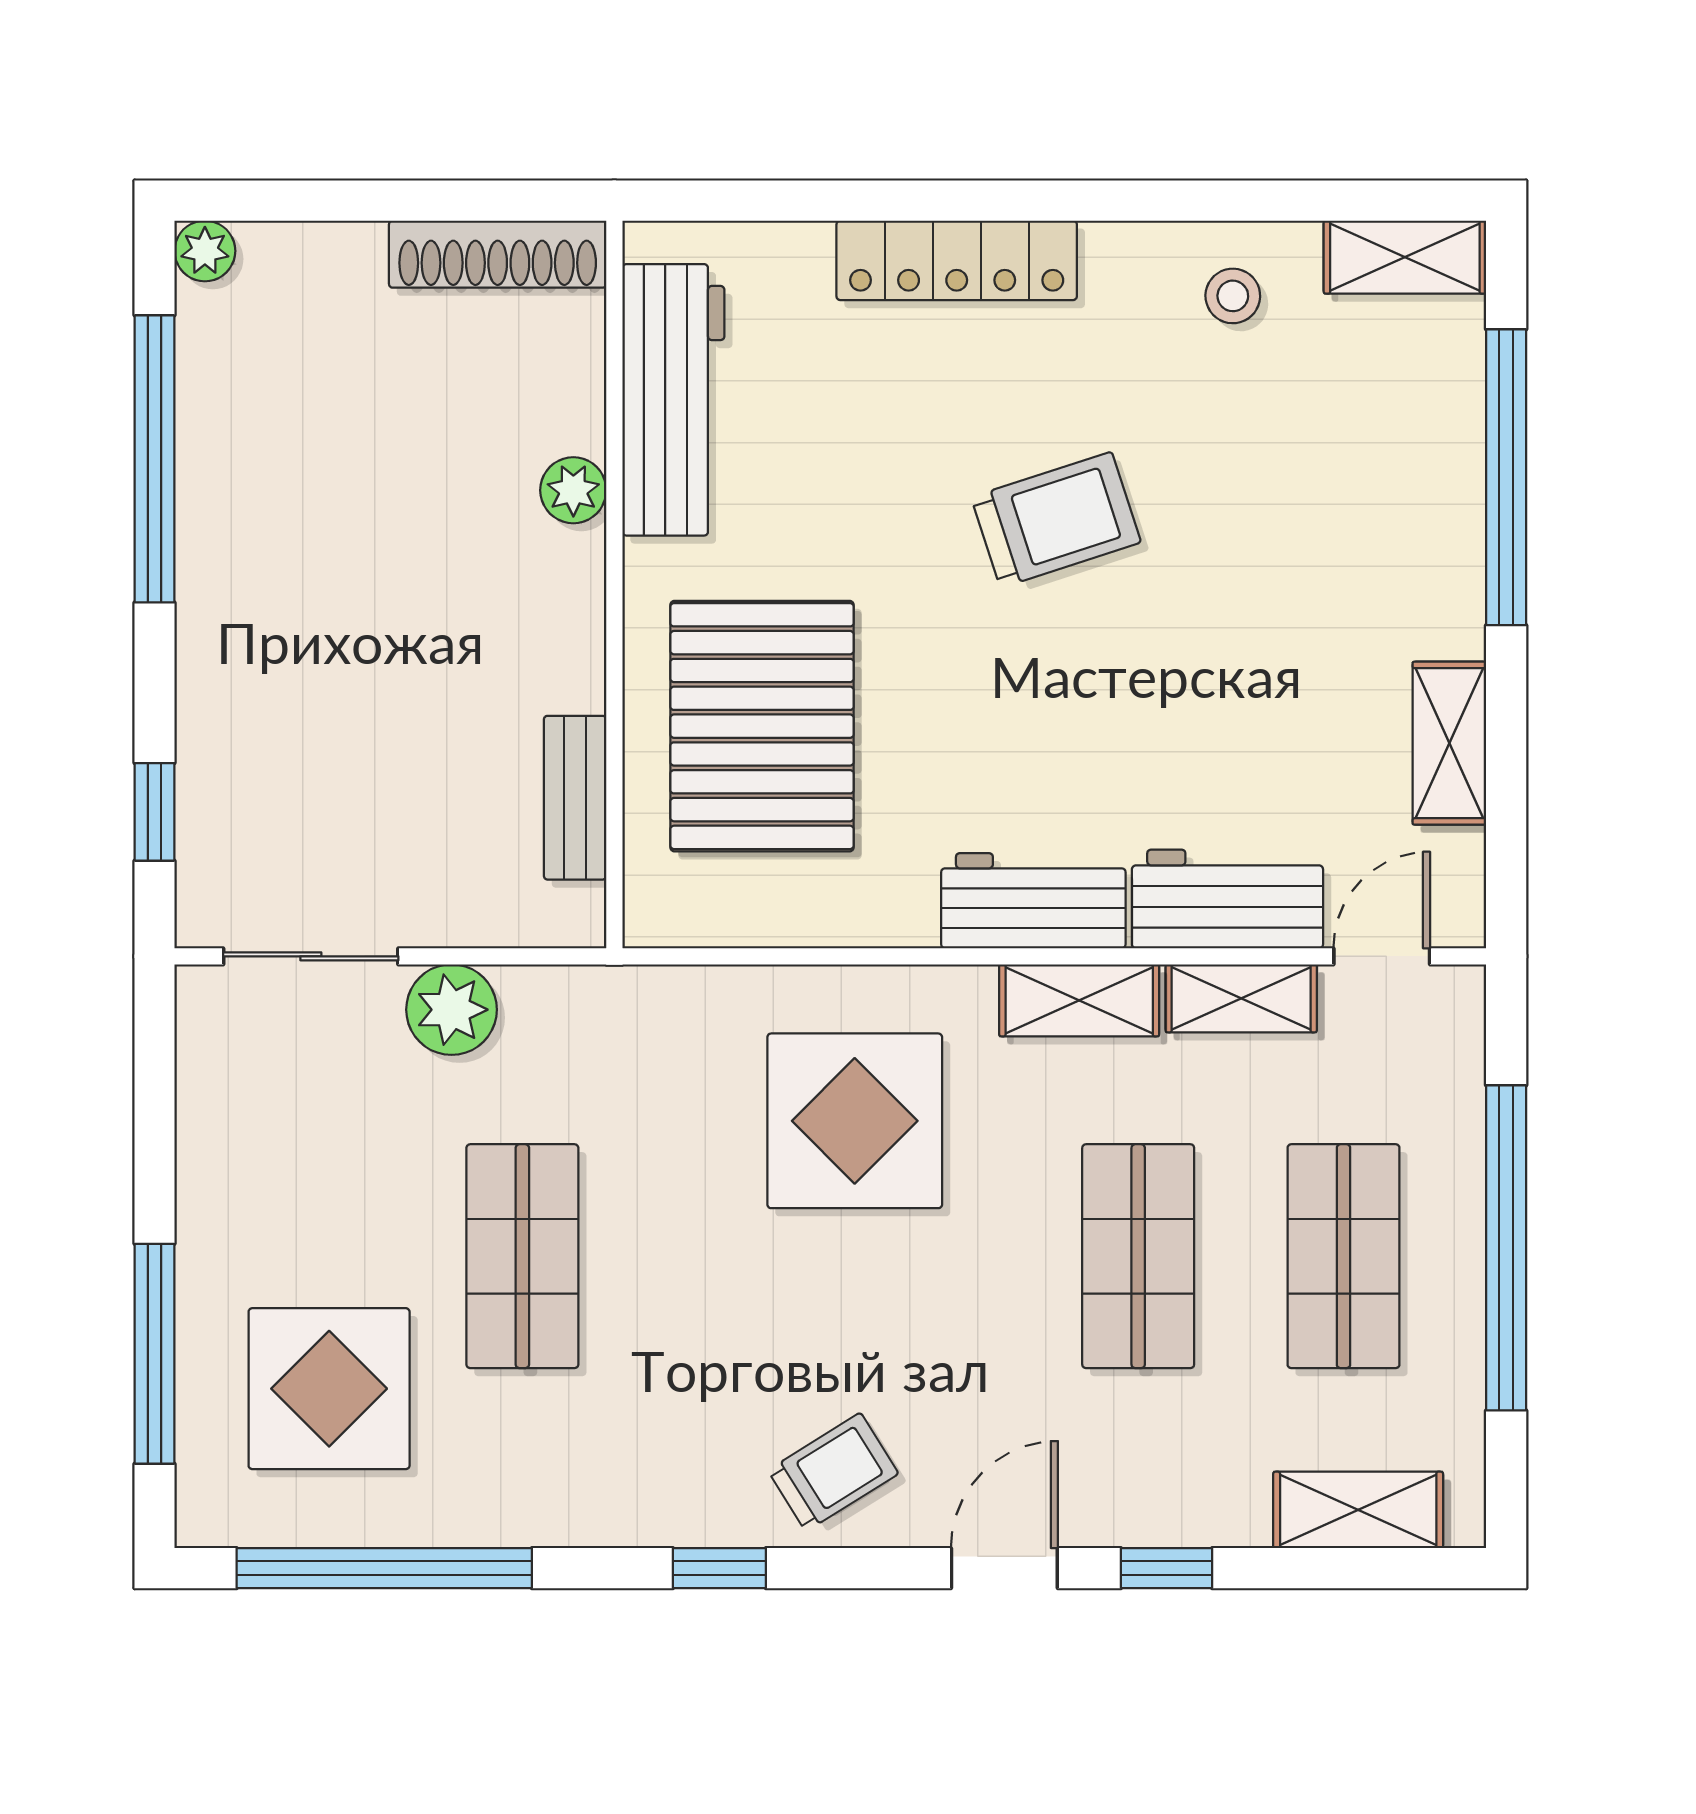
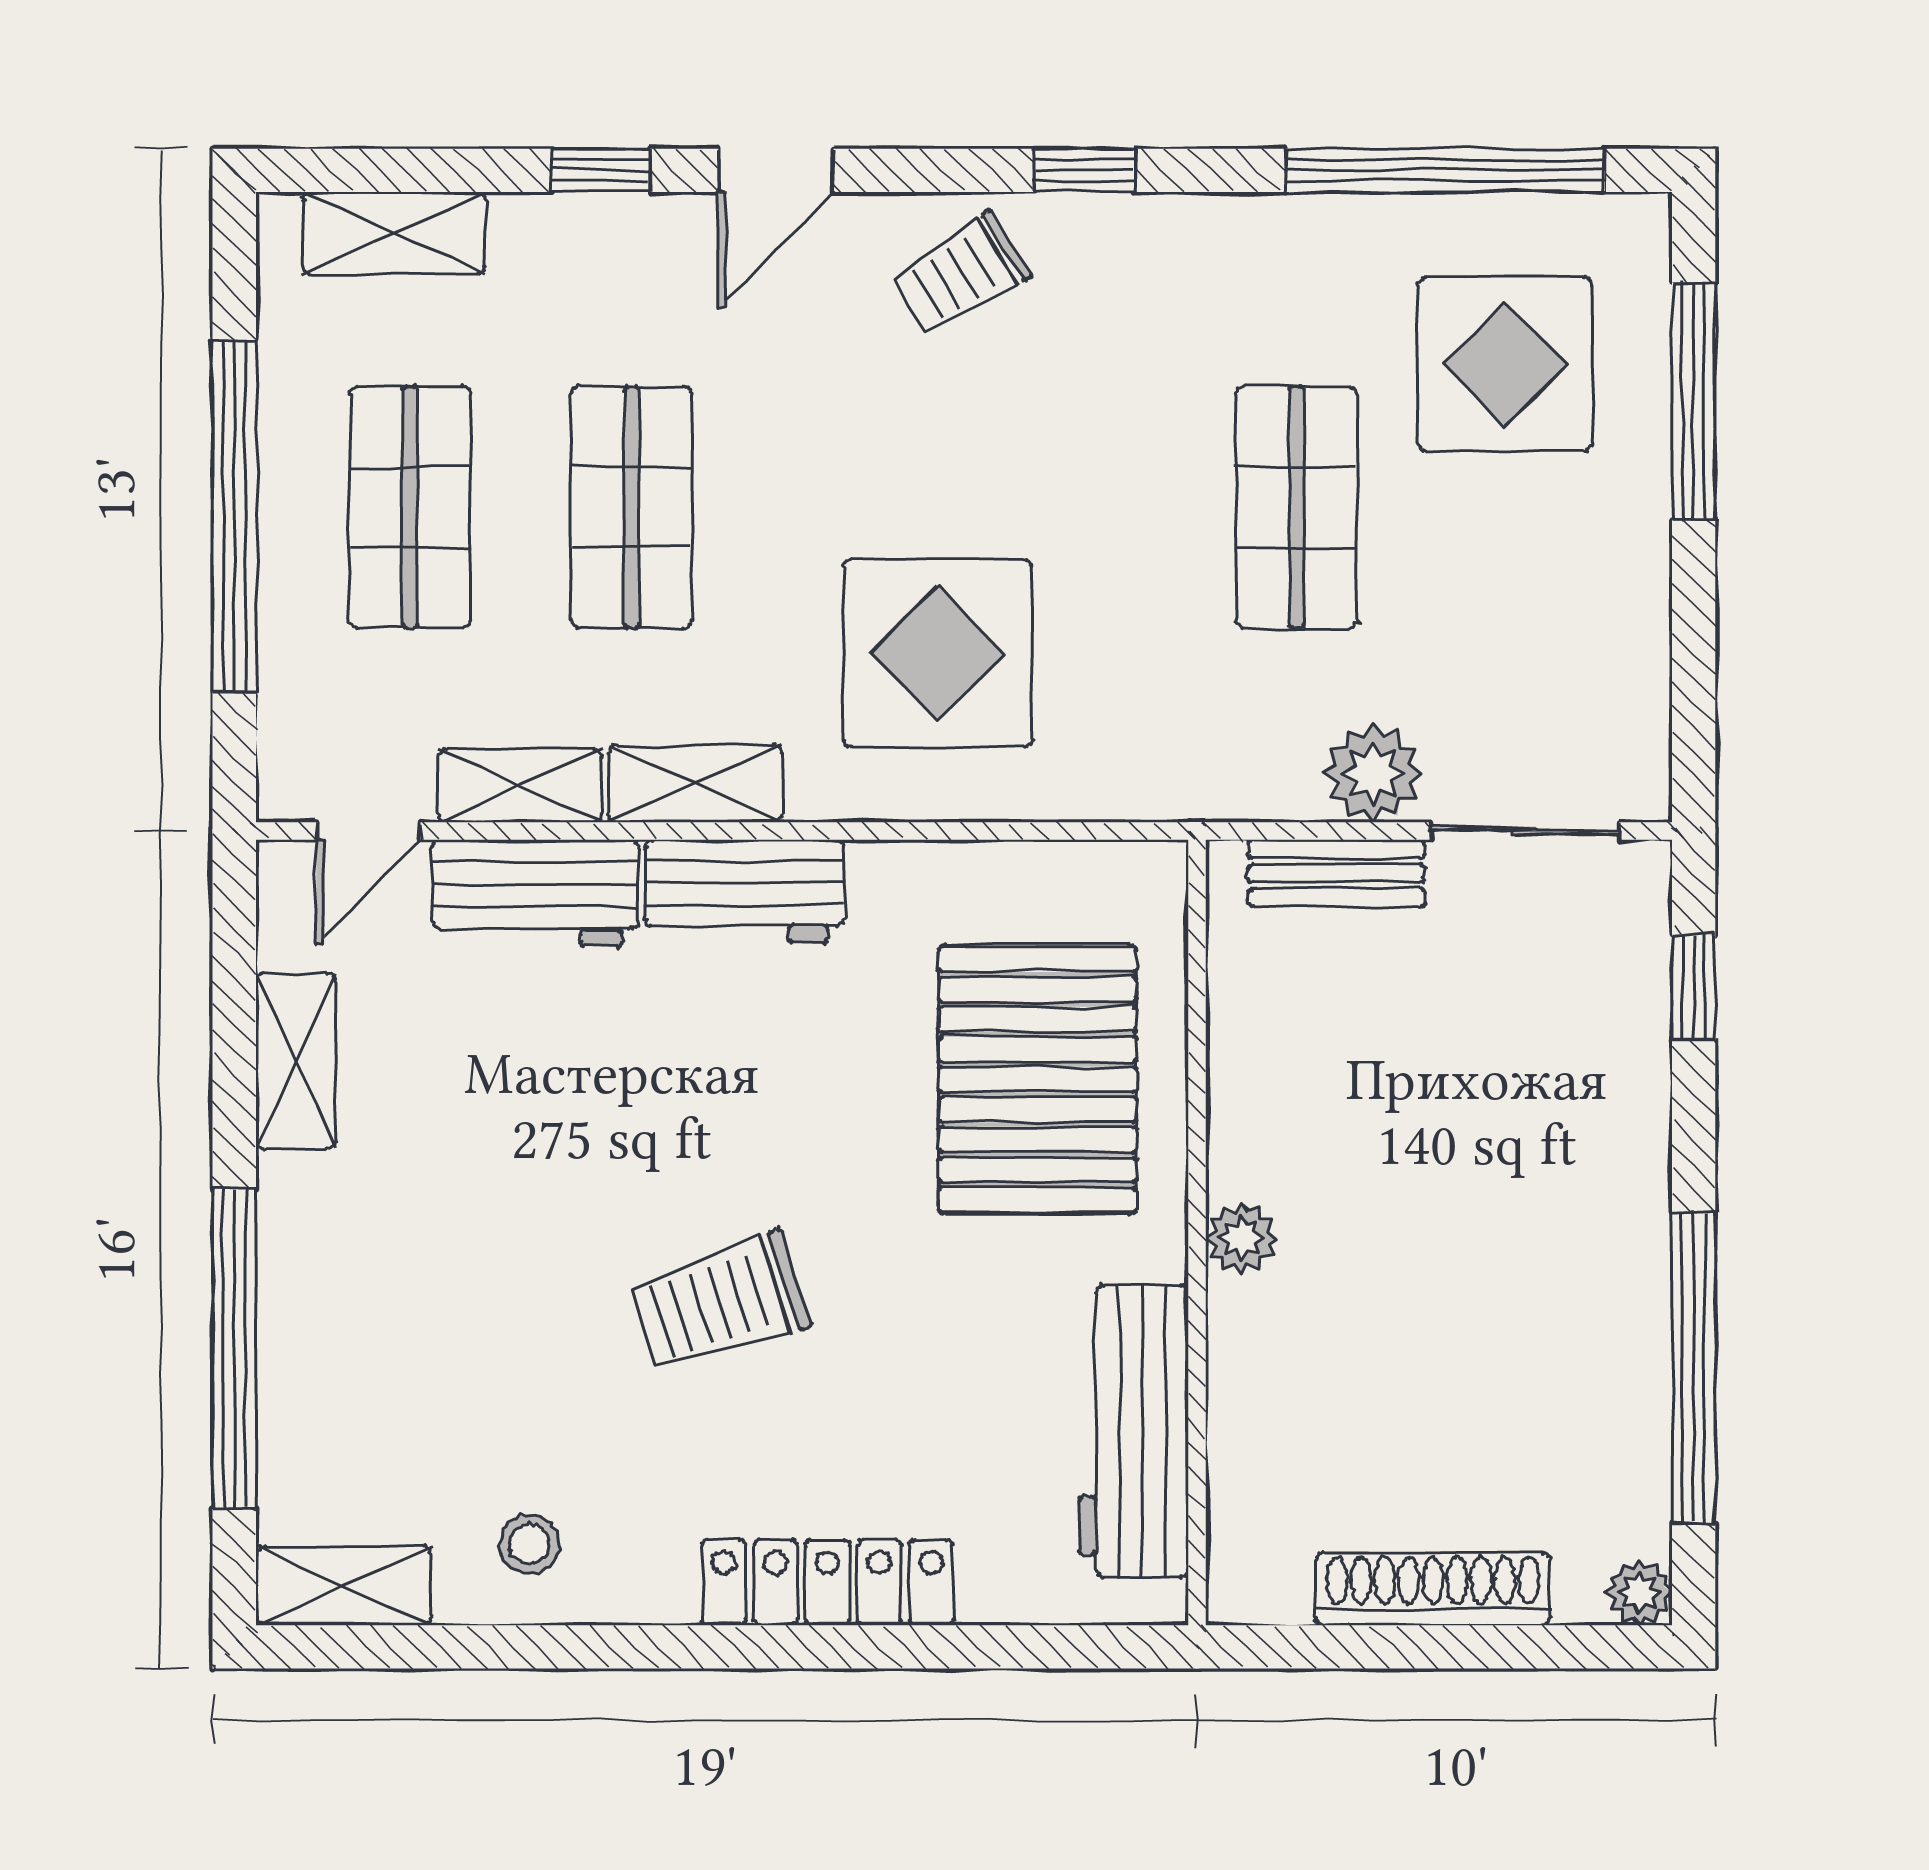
shoe rack: (498, 254) -> (1433, 1589), moved
plant: (573, 490) -> (1241, 1238), moved
bench: (575, 798) -> (1336, 873), moved, turned 90

